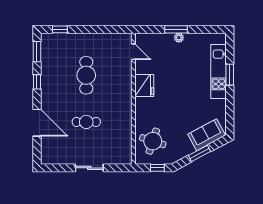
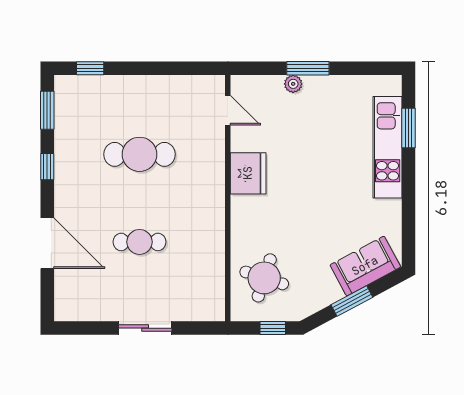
plant: (179, 38) -> (293, 84), moved
cafe table: (86, 75) -> (139, 154), turned 90
window: (230, 75) -> (409, 128), moved

